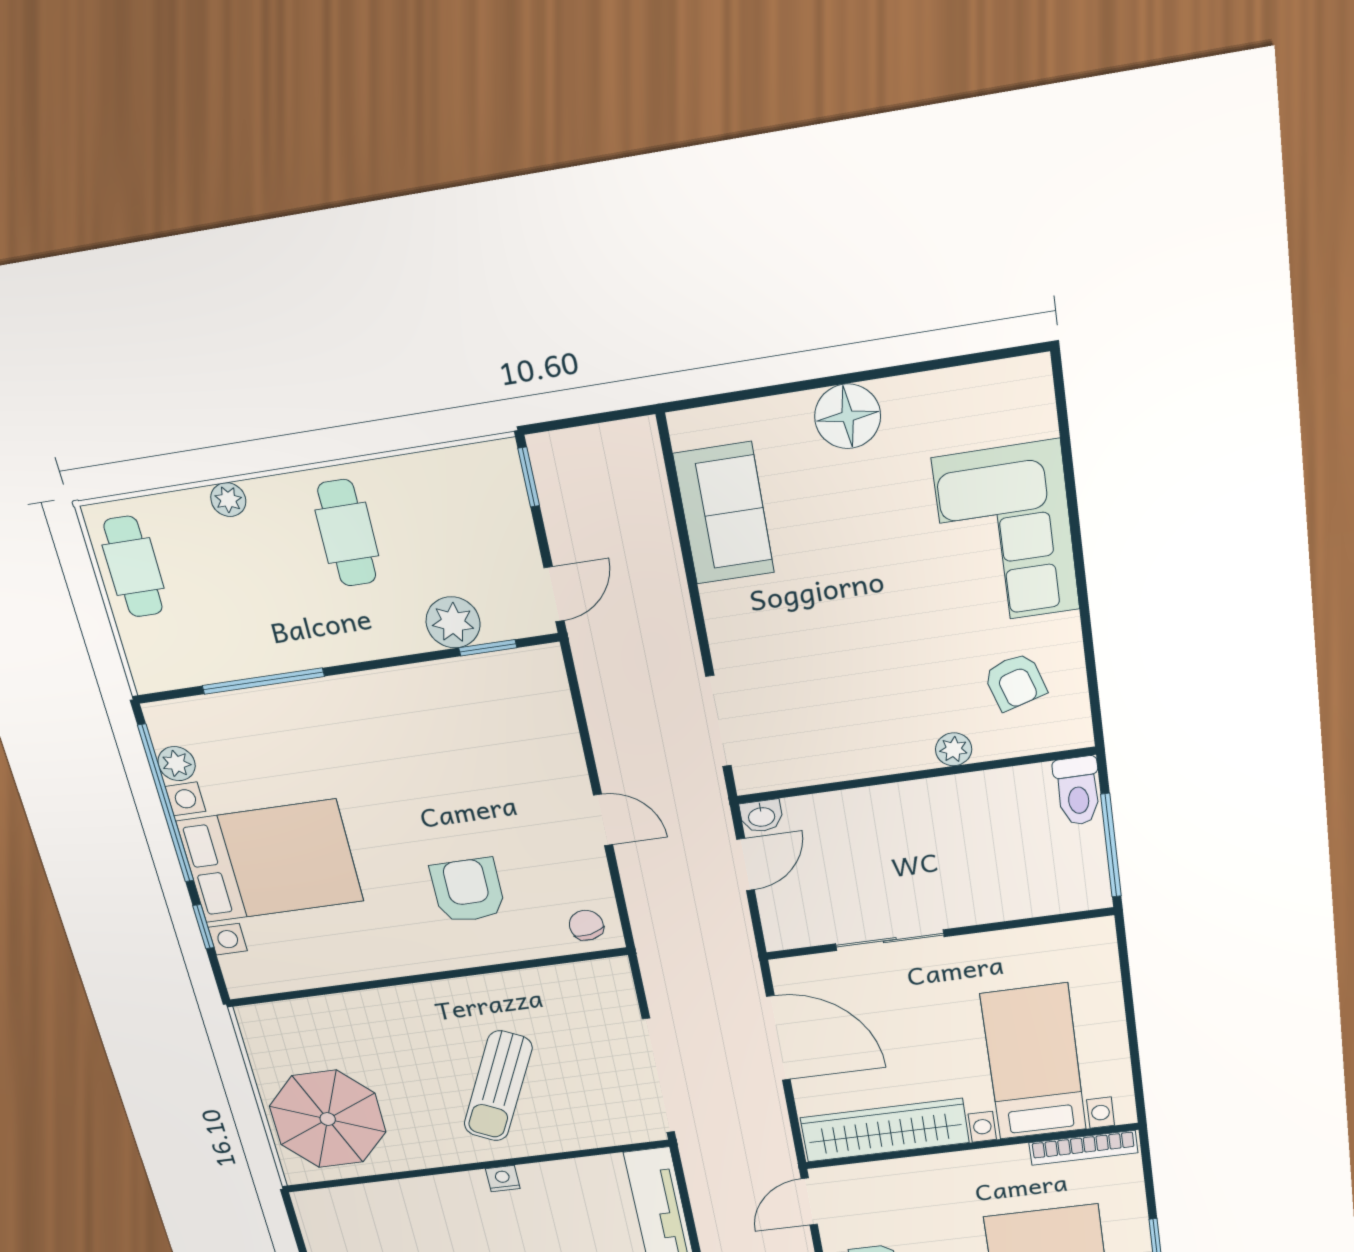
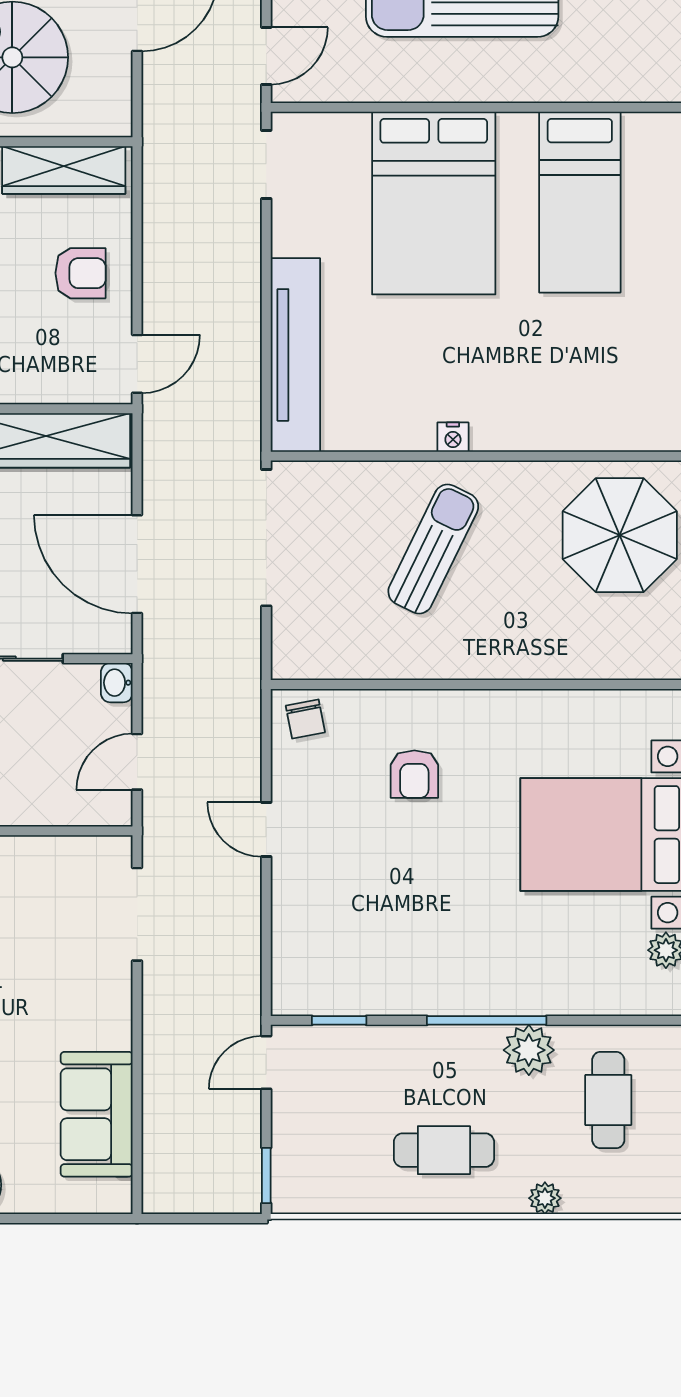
cafe table: (347, 533) -> (444, 1150), turned 90
cafe table: (133, 567) -> (608, 1100), moved
plant: (453, 622) -> (529, 1050), moved
window: (263, 681) -> (487, 1020), moved
washbasin: (761, 816) -> (117, 683), moved, turned -90
armchair: (468, 890) -> (414, 774), width x0.72, depth x0.72

